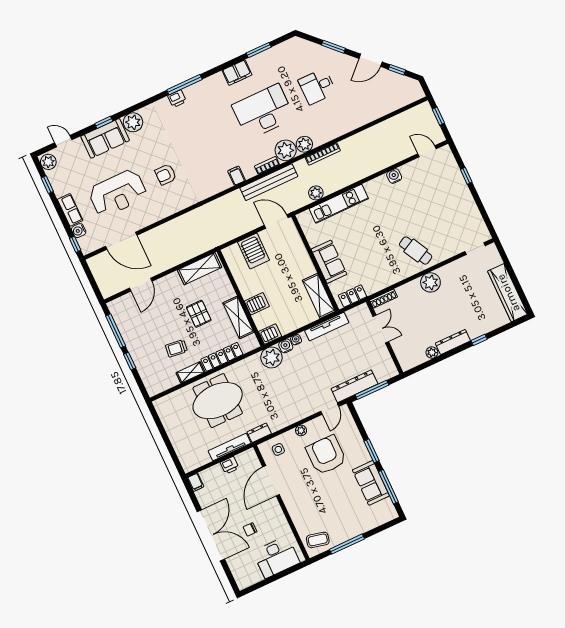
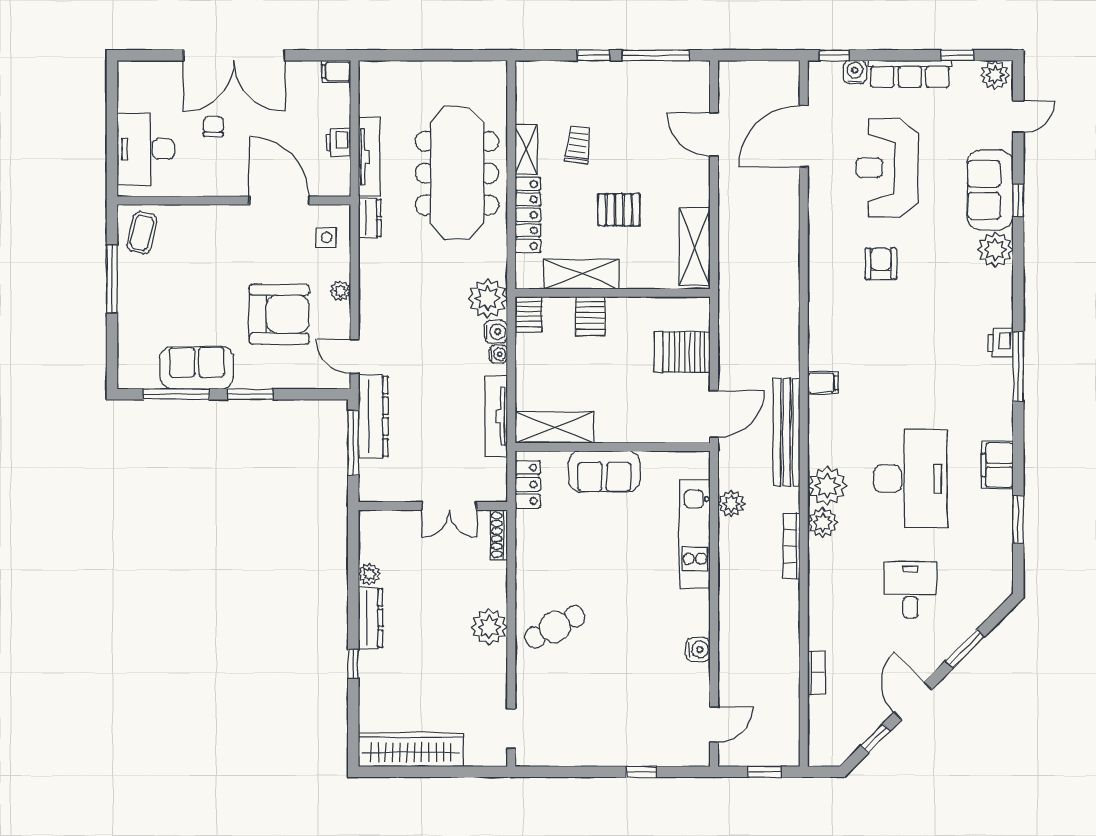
bookcase: (267, 165) -> (816, 673), moved
row of seats: (70, 210) -> (910, 74), width x1.48
meeting table: (218, 401) -> (457, 173), width x1.36

